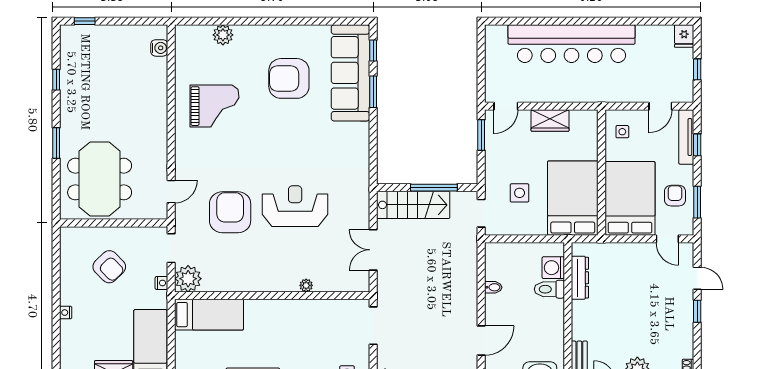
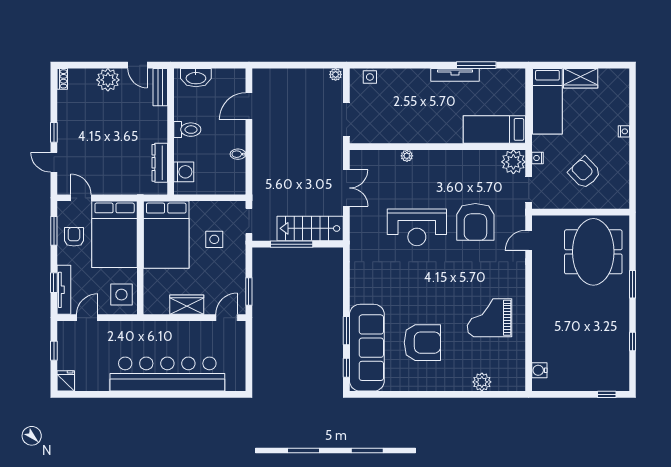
side table: (622, 132) -> (121, 295), width x1.87, depth x1.87
armchair: (675, 196) -> (74, 237), turned 180
toilet: (549, 289) -> (187, 130), moved

